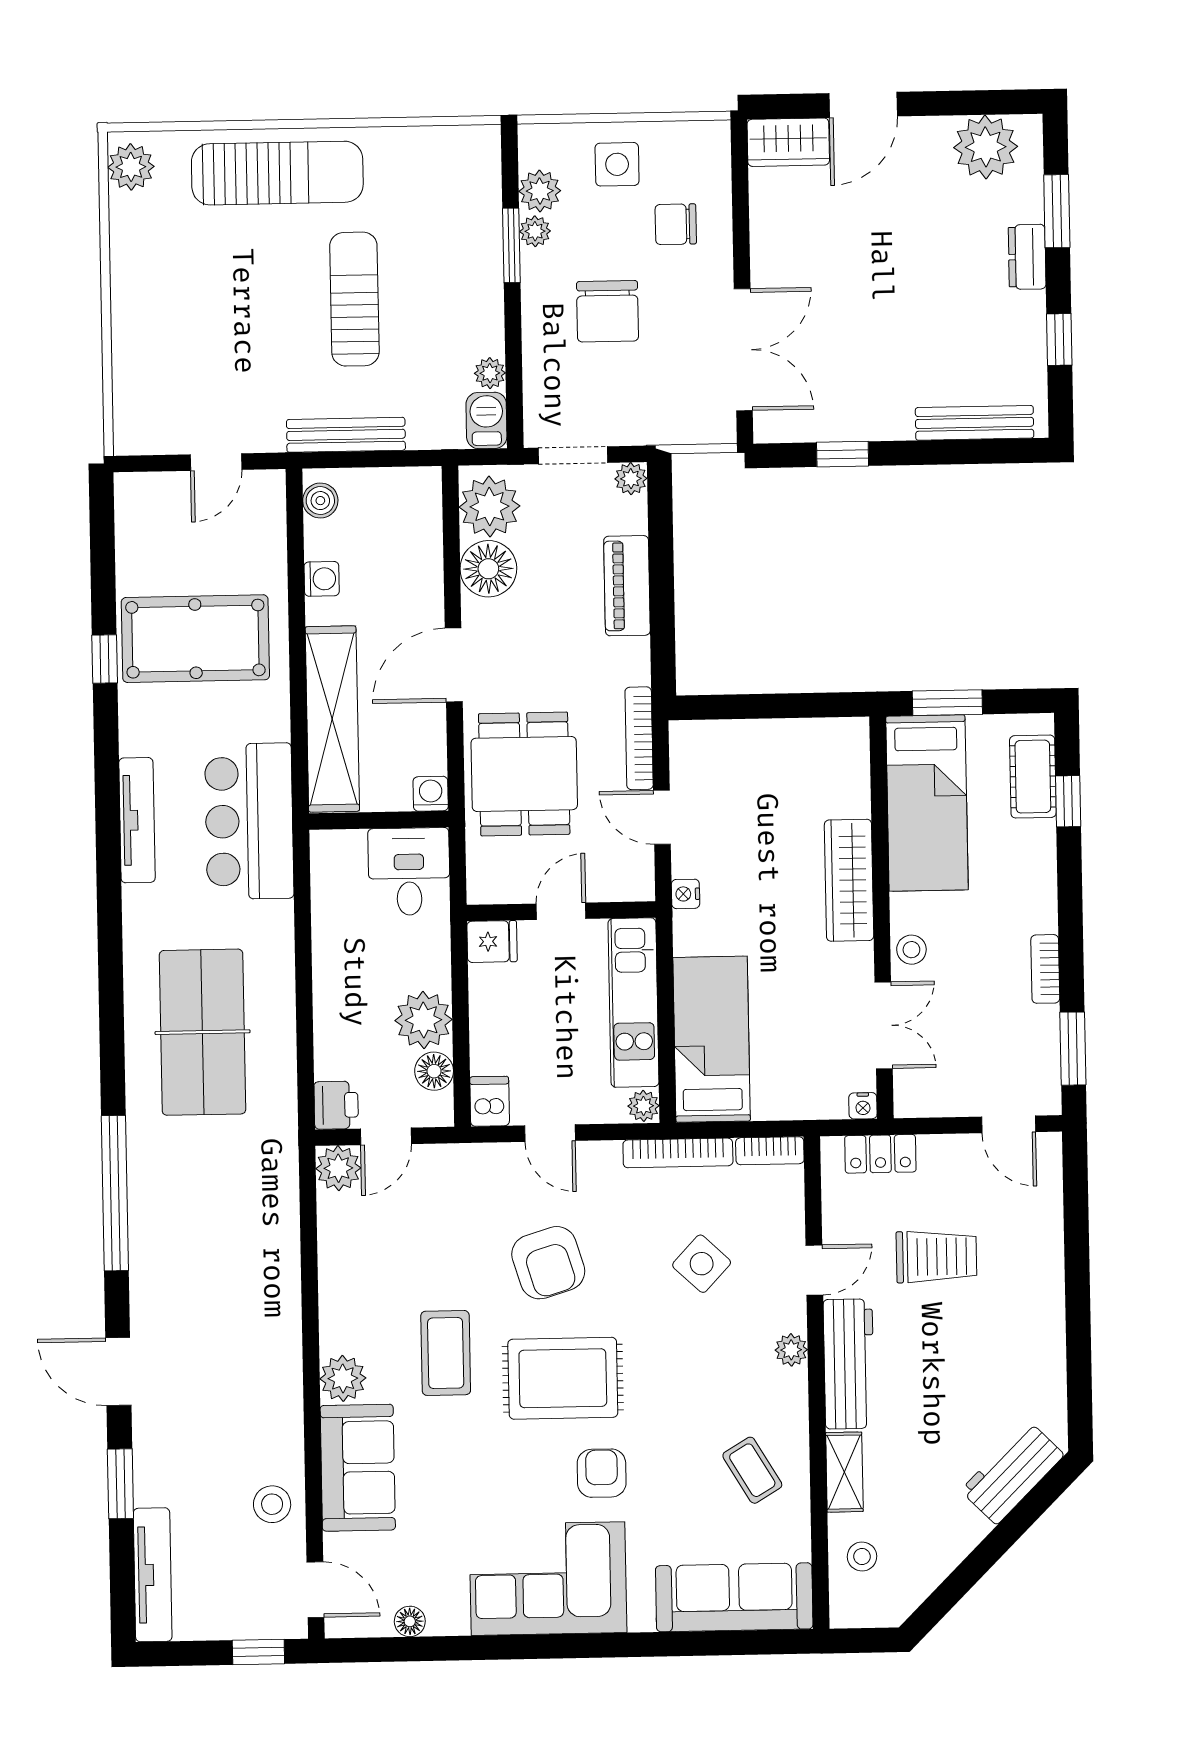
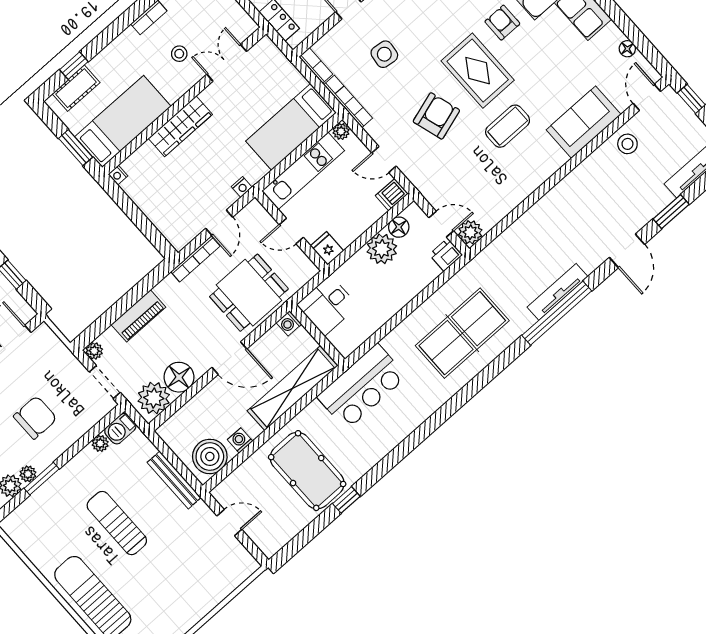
sun lounger: (354, 299) -> (117, 523), turned 90
boiler: (320, 501) -> (210, 456), width x1.86, depth x1.86
tv unit: (137, 820) -> (558, 292), moved
stool: (911, 950) -> (179, 54), moved
nightstand: (863, 1106) -> (118, 175), moved, turned 180
door: (550, 1133) -> (384, 159), swing flipped
side table: (702, 1264) -> (384, 54), turned -36
plant: (343, 1378) -> (553, 159), removed
armchair: (602, 1473) -> (502, 23), turned 90

